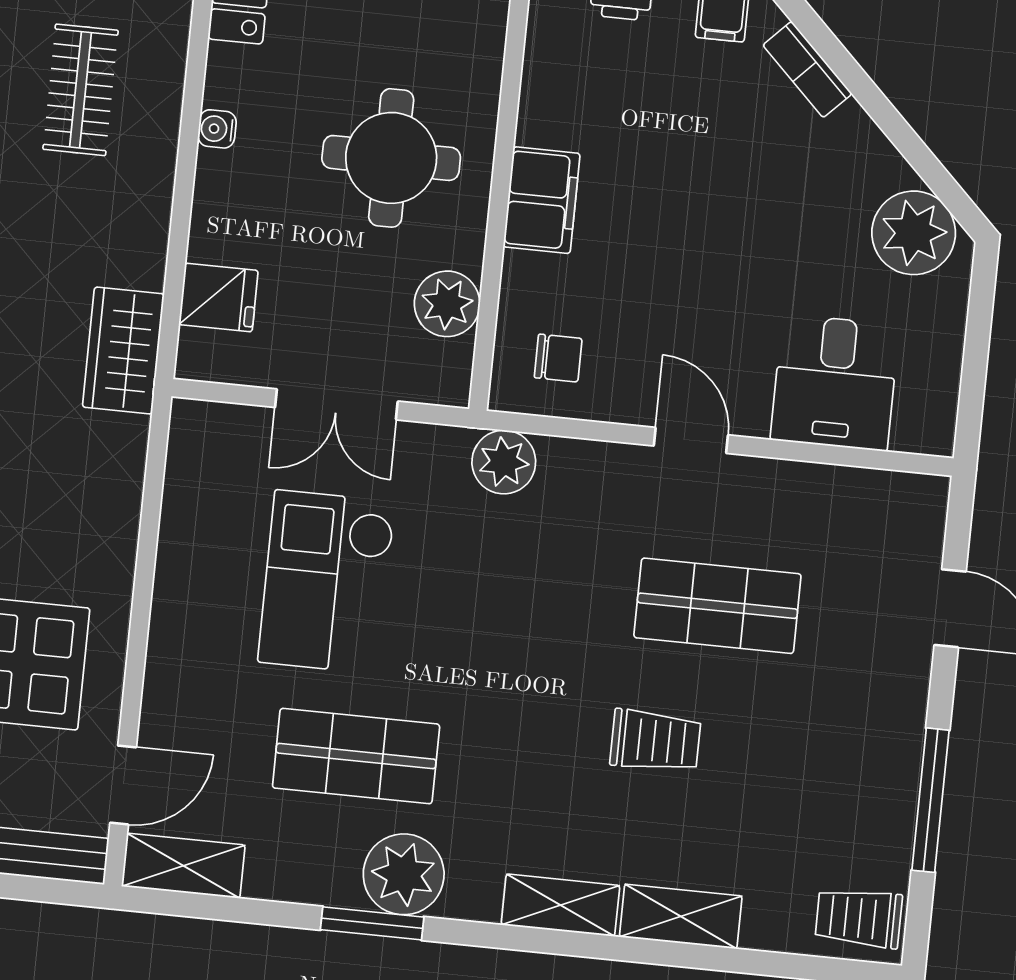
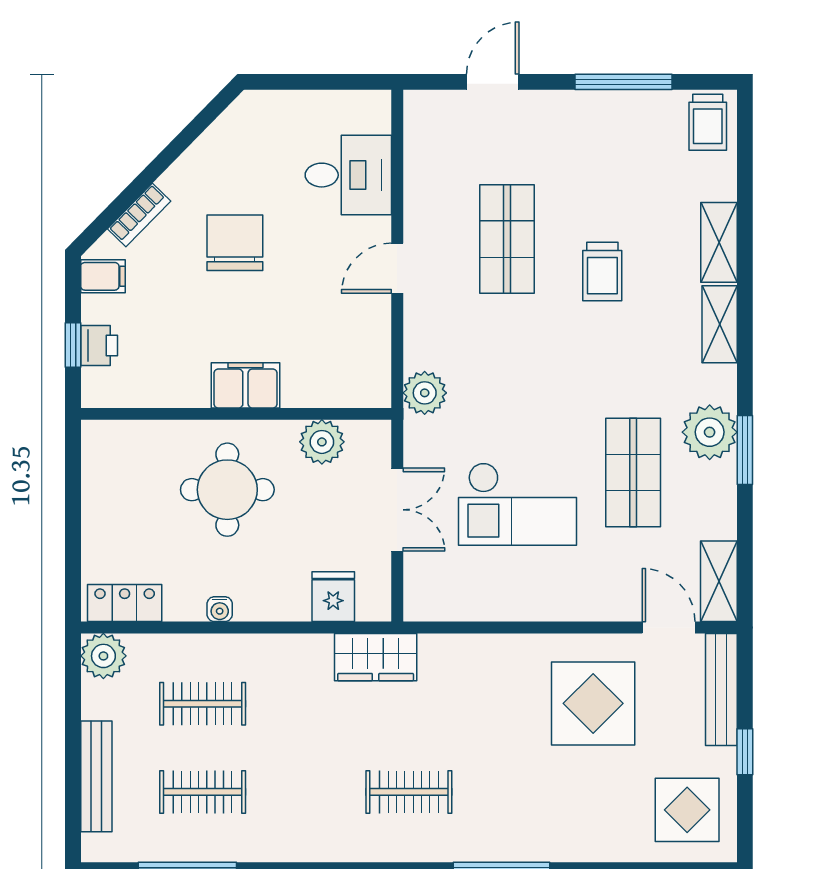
plant: (914, 233) -> (242, 132), removed
chair: (558, 358) -> (235, 243), moved, width x1.87, depth x1.87
trolley: (655, 741) -> (602, 272), turned 180

